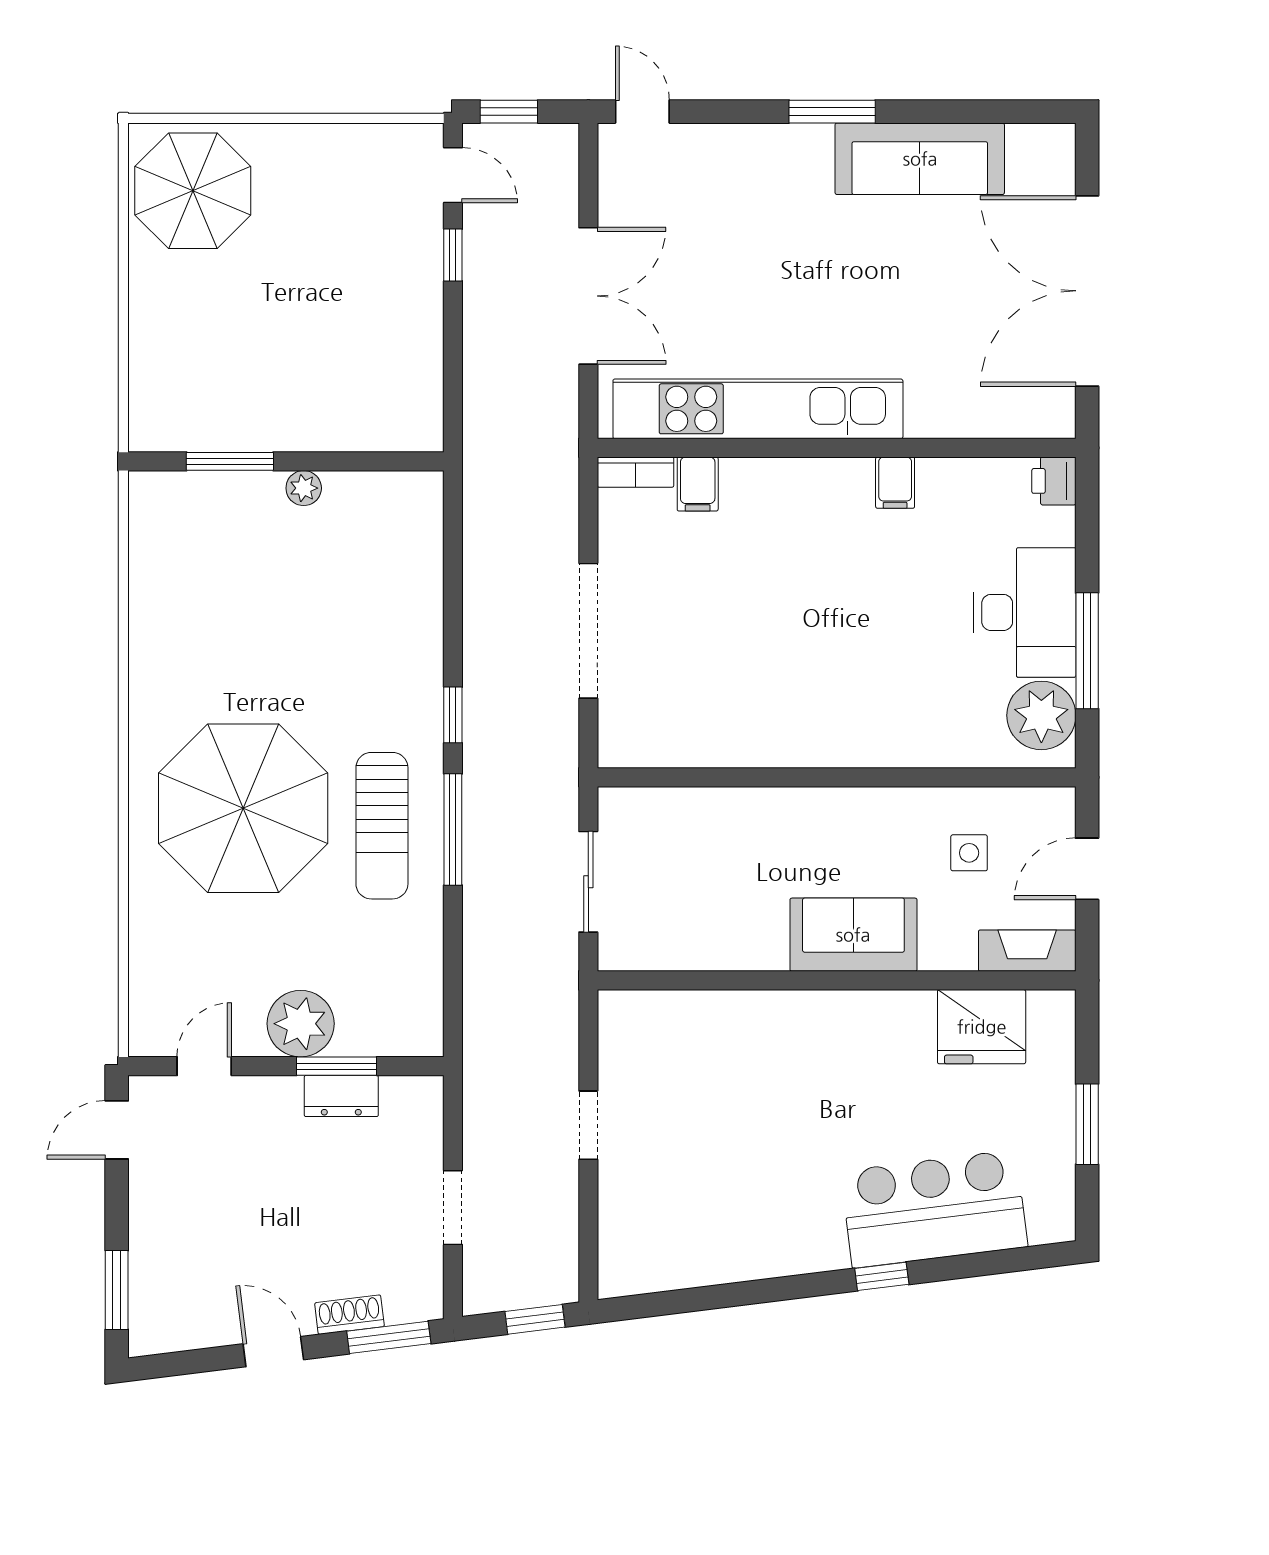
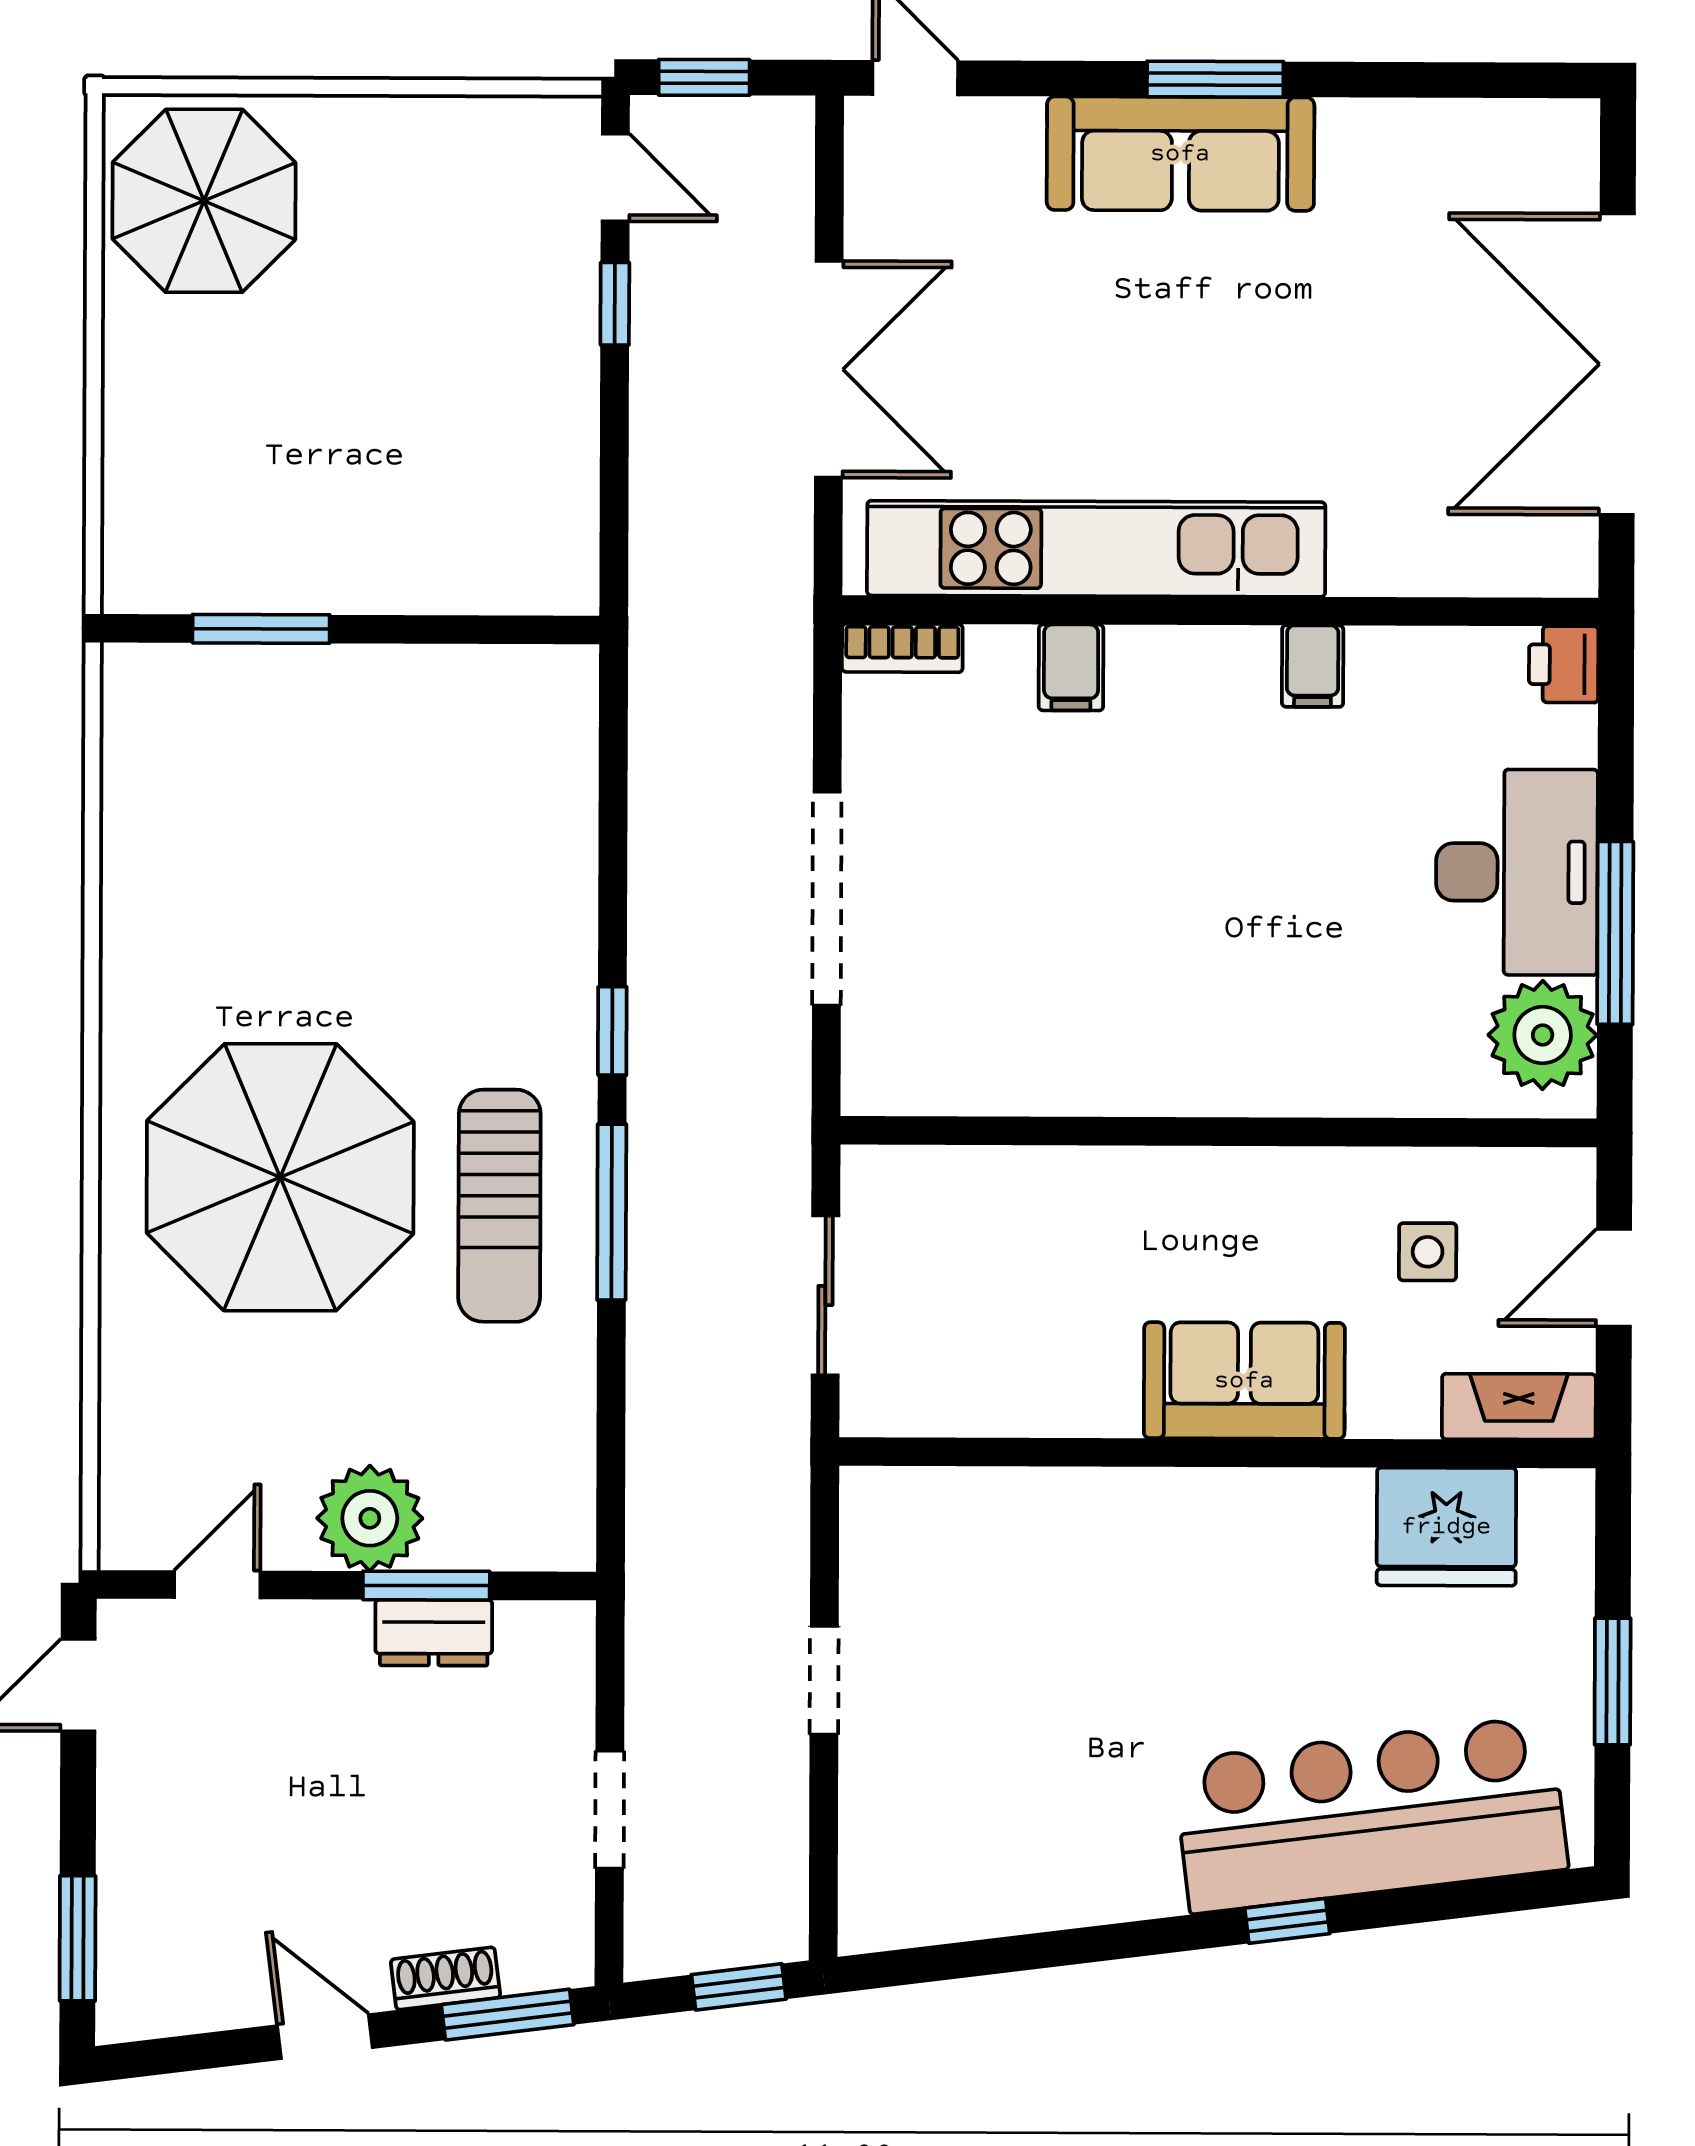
sofa: (920, 159) -> (1180, 154), moved
filing cabinet: (698, 484) -> (1071, 667), moved
plant: (304, 488) -> (378, 671), removed
bar counter: (934, 1209) -> (1370, 1815), width x1.36

